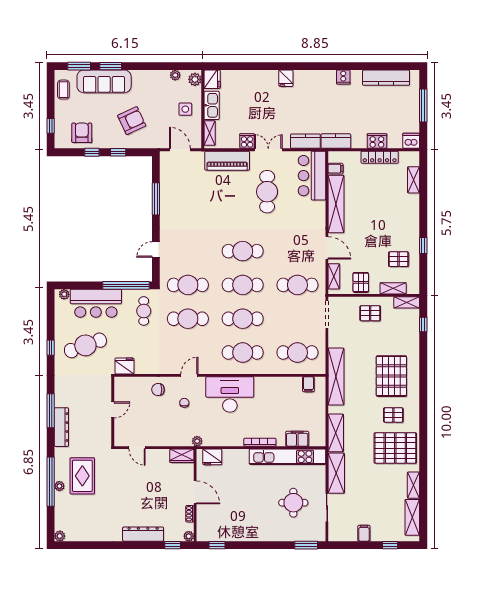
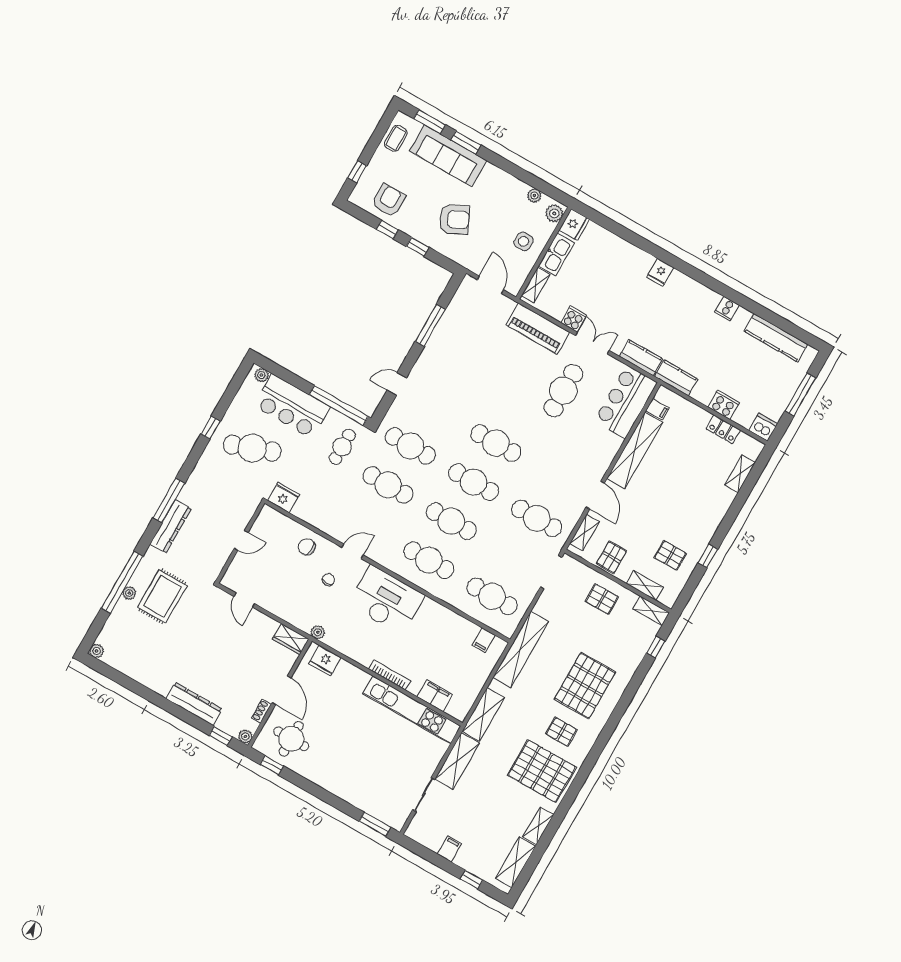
locker: (380, 157) -> (723, 429), width x0.66
round table: (293, 503) -> (291, 739), moved

